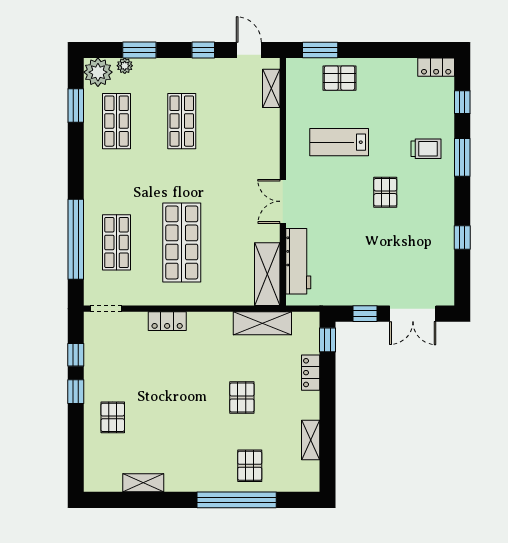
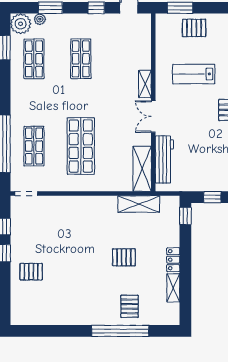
shelving: (271, 88) -> (145, 84), moved
locker: (167, 321) -> (70, 203), removed
locker: (311, 373) -> (173, 260), moved
pallet: (242, 397) -> (124, 257), turned 90
pallet: (113, 417) -> (31, 272), turned 90
shelving: (143, 483) -> (53, 319), removed

